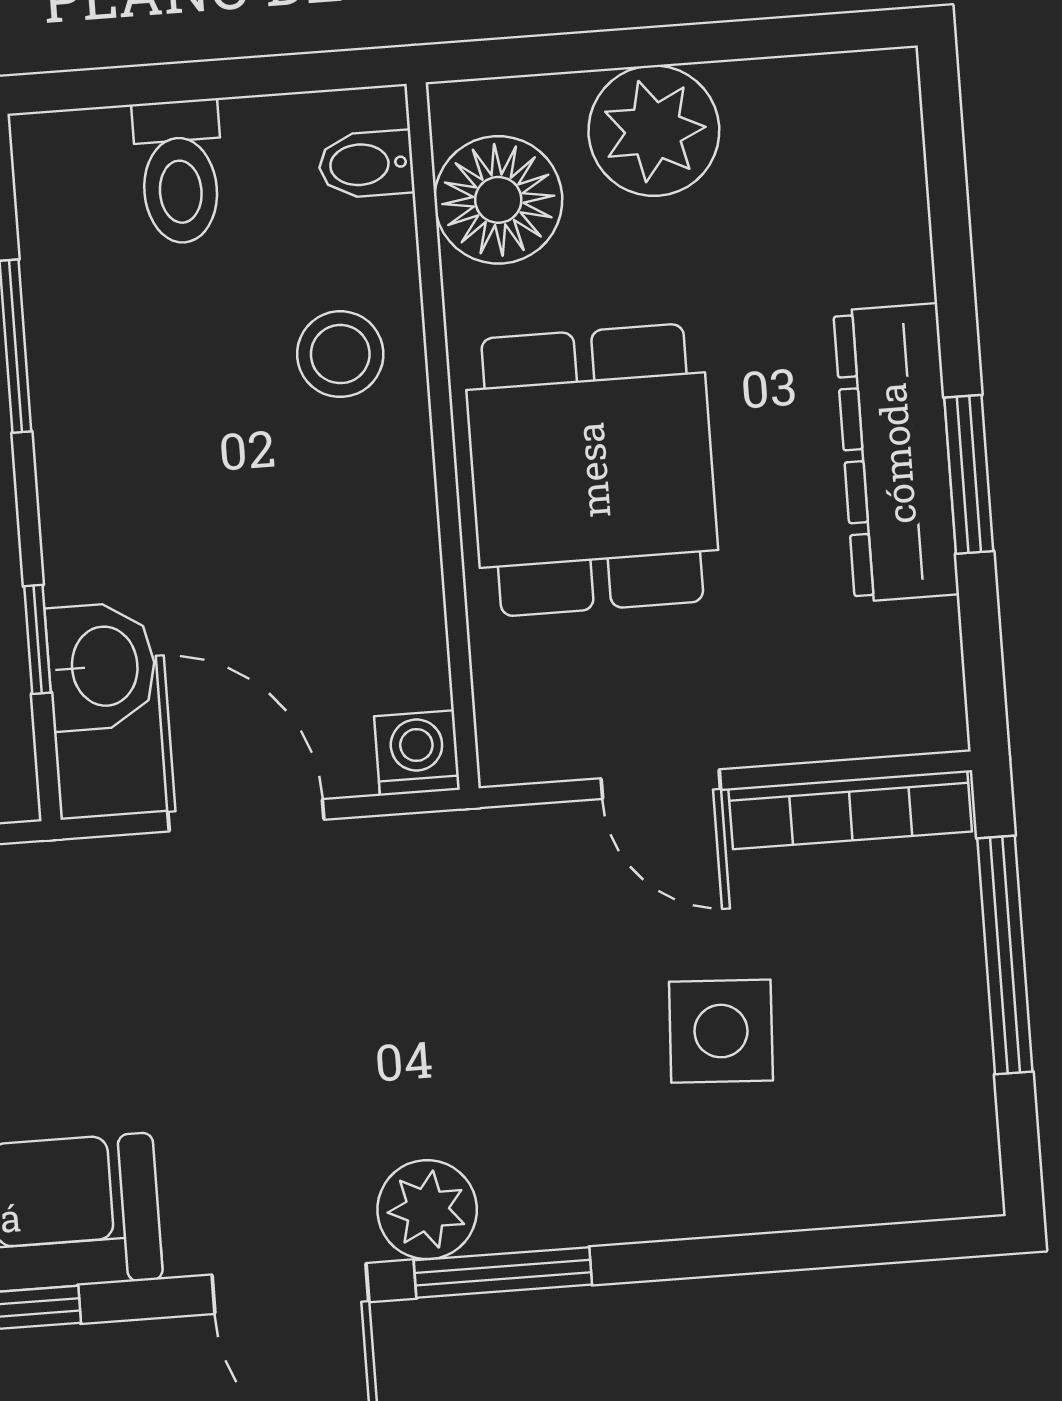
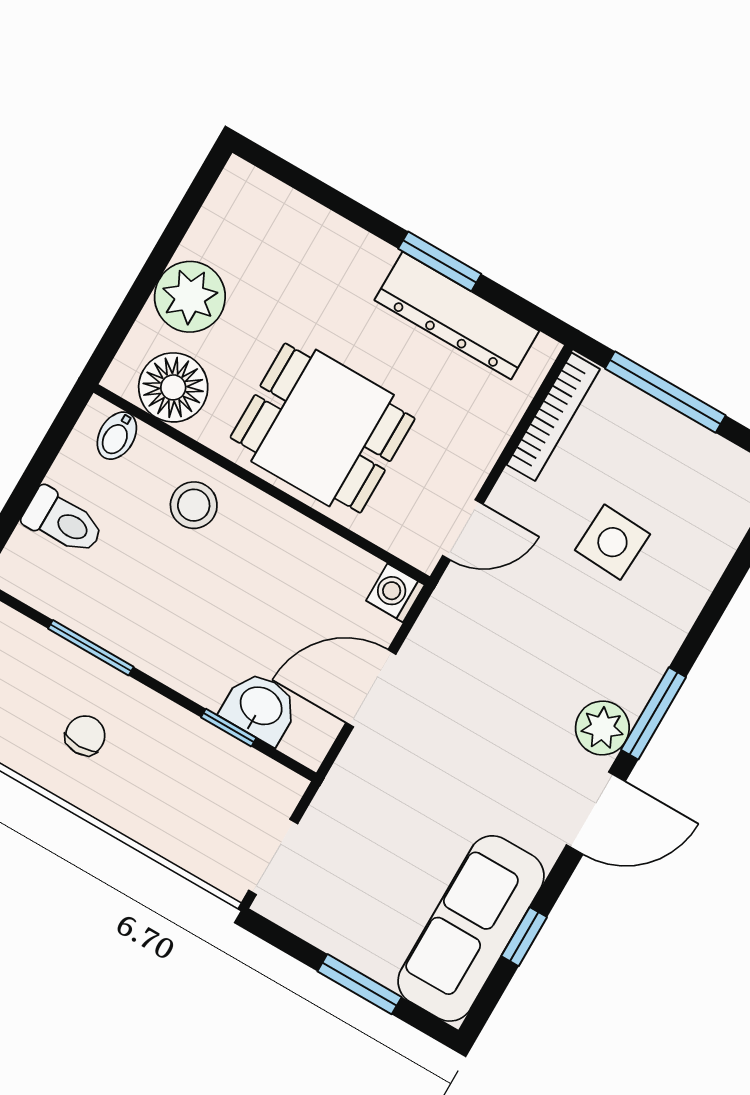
dresser: (896, 453) -> (457, 315), moved
door: (661, 784) -> (463, 530), moved

